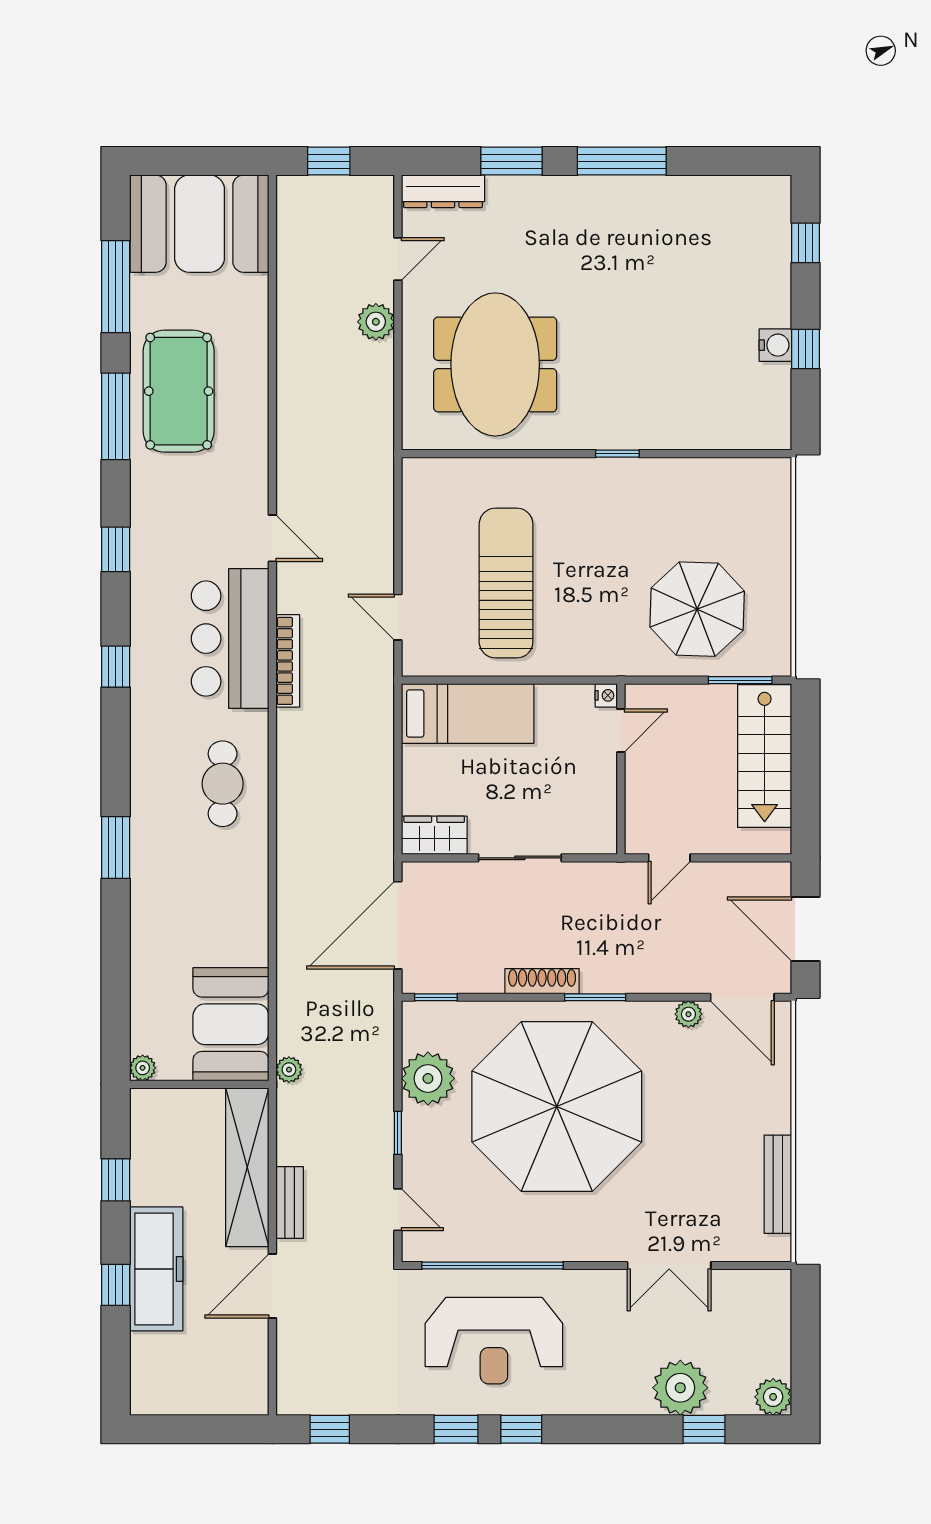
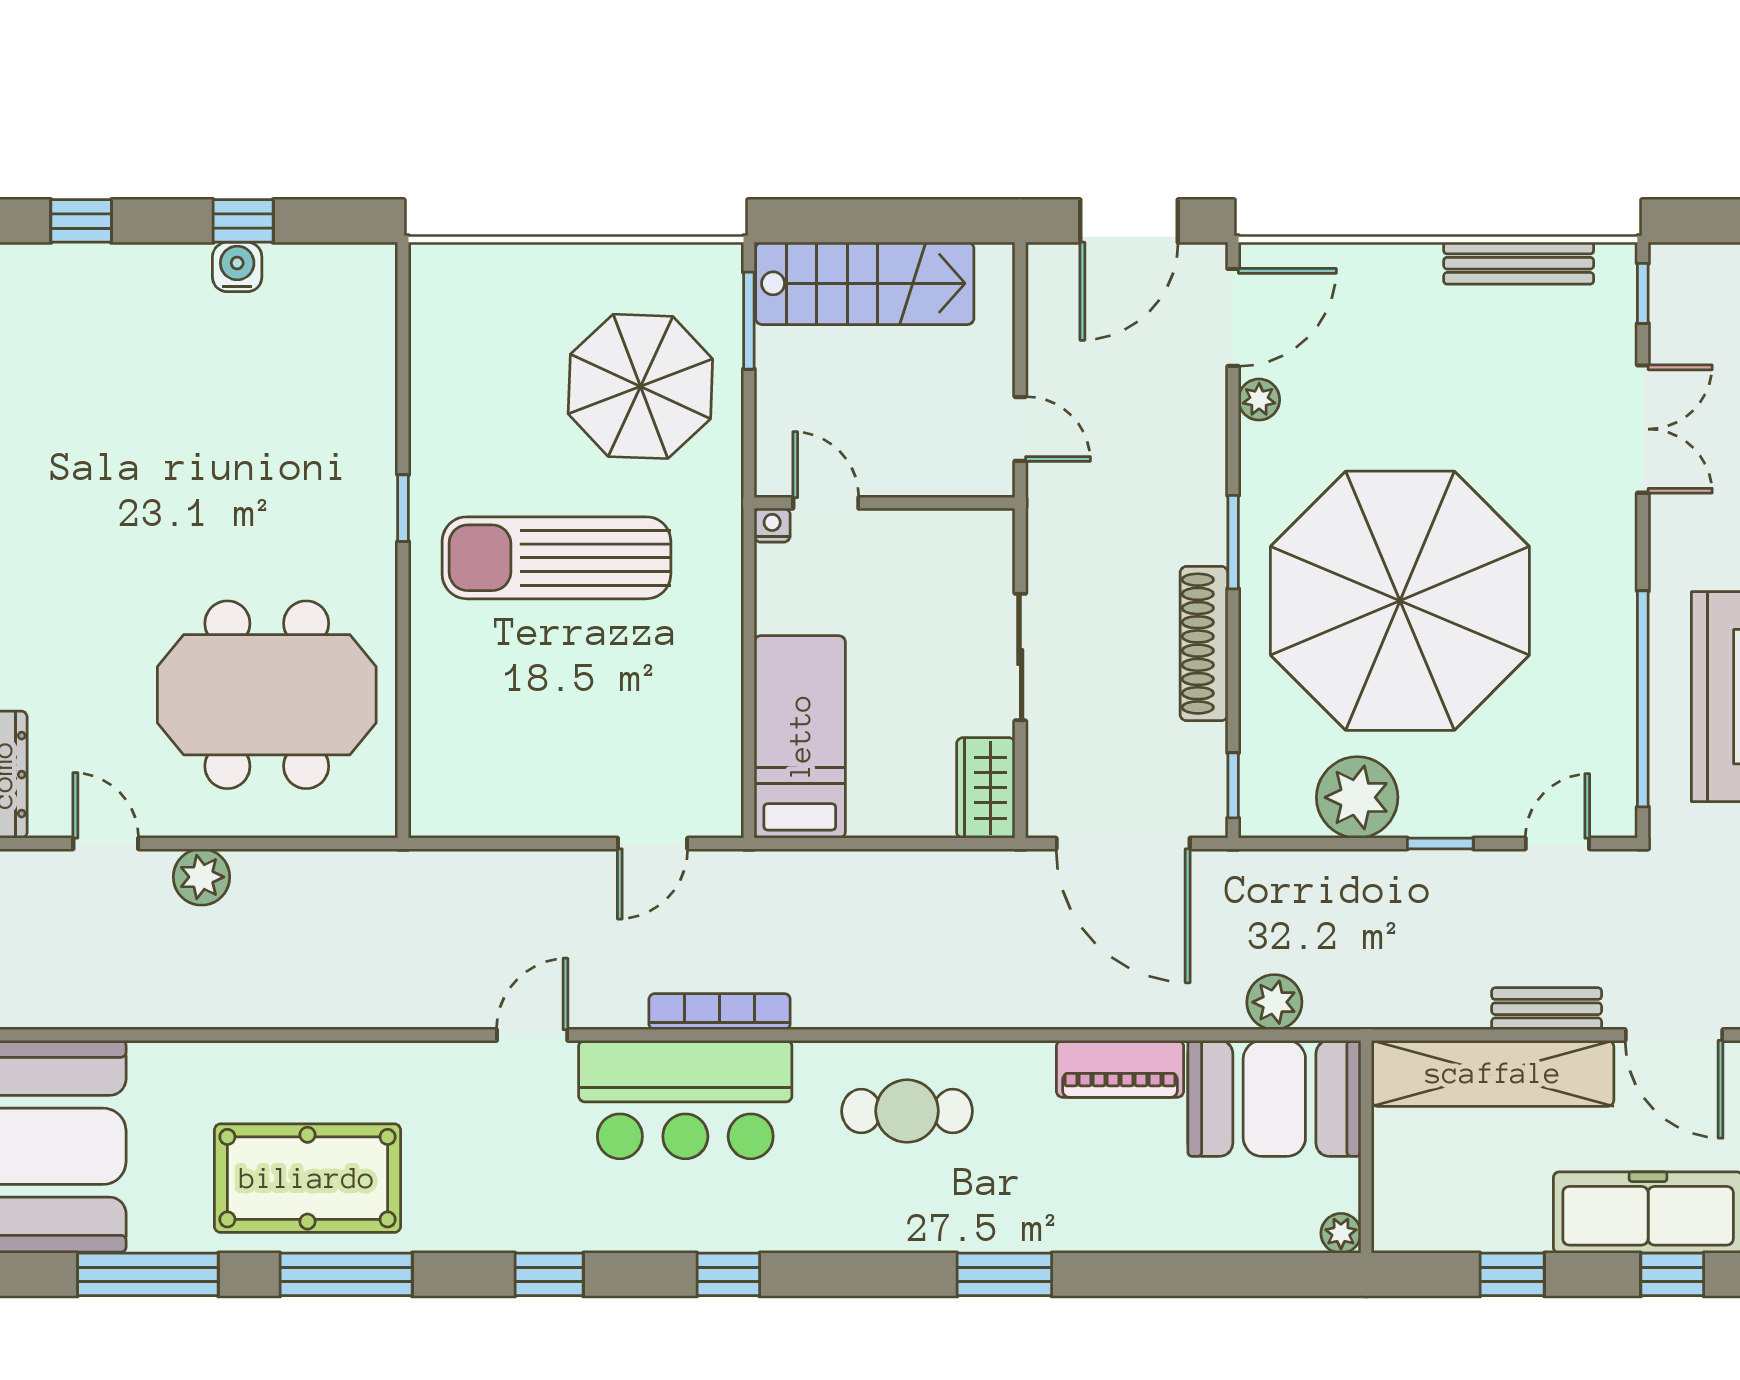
sun lounger: (506, 583) -> (556, 558), moved
piano: (250, 923) -> (1120, 1069), added
shoe rack: (542, 981) -> (1204, 644), width x1.36, depth x1.24
plant: (289, 1070) -> (1274, 1002), moved, width x1.38, depth x1.38
window: (758, 1266) -> (1643, 293), added

